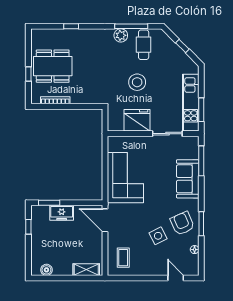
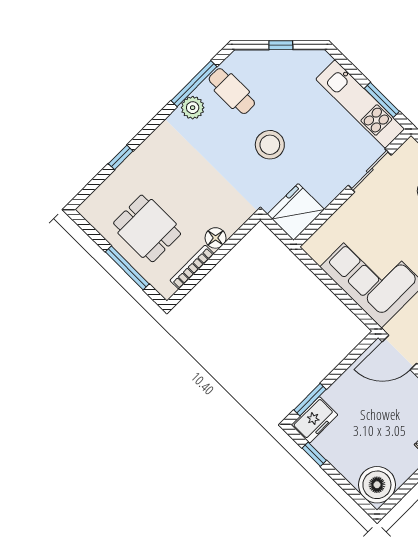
dining table: (53, 66) -> (147, 228), width x0.73
window: (28, 74) -> (127, 268), width x2.17
floor lamp: (77, 98) -> (216, 238), added
fridge: (137, 120) -> (296, 212), moved
freezer: (62, 213) -> (314, 420), moved
boiler: (46, 270) -> (377, 485), width x1.86, depth x1.86

